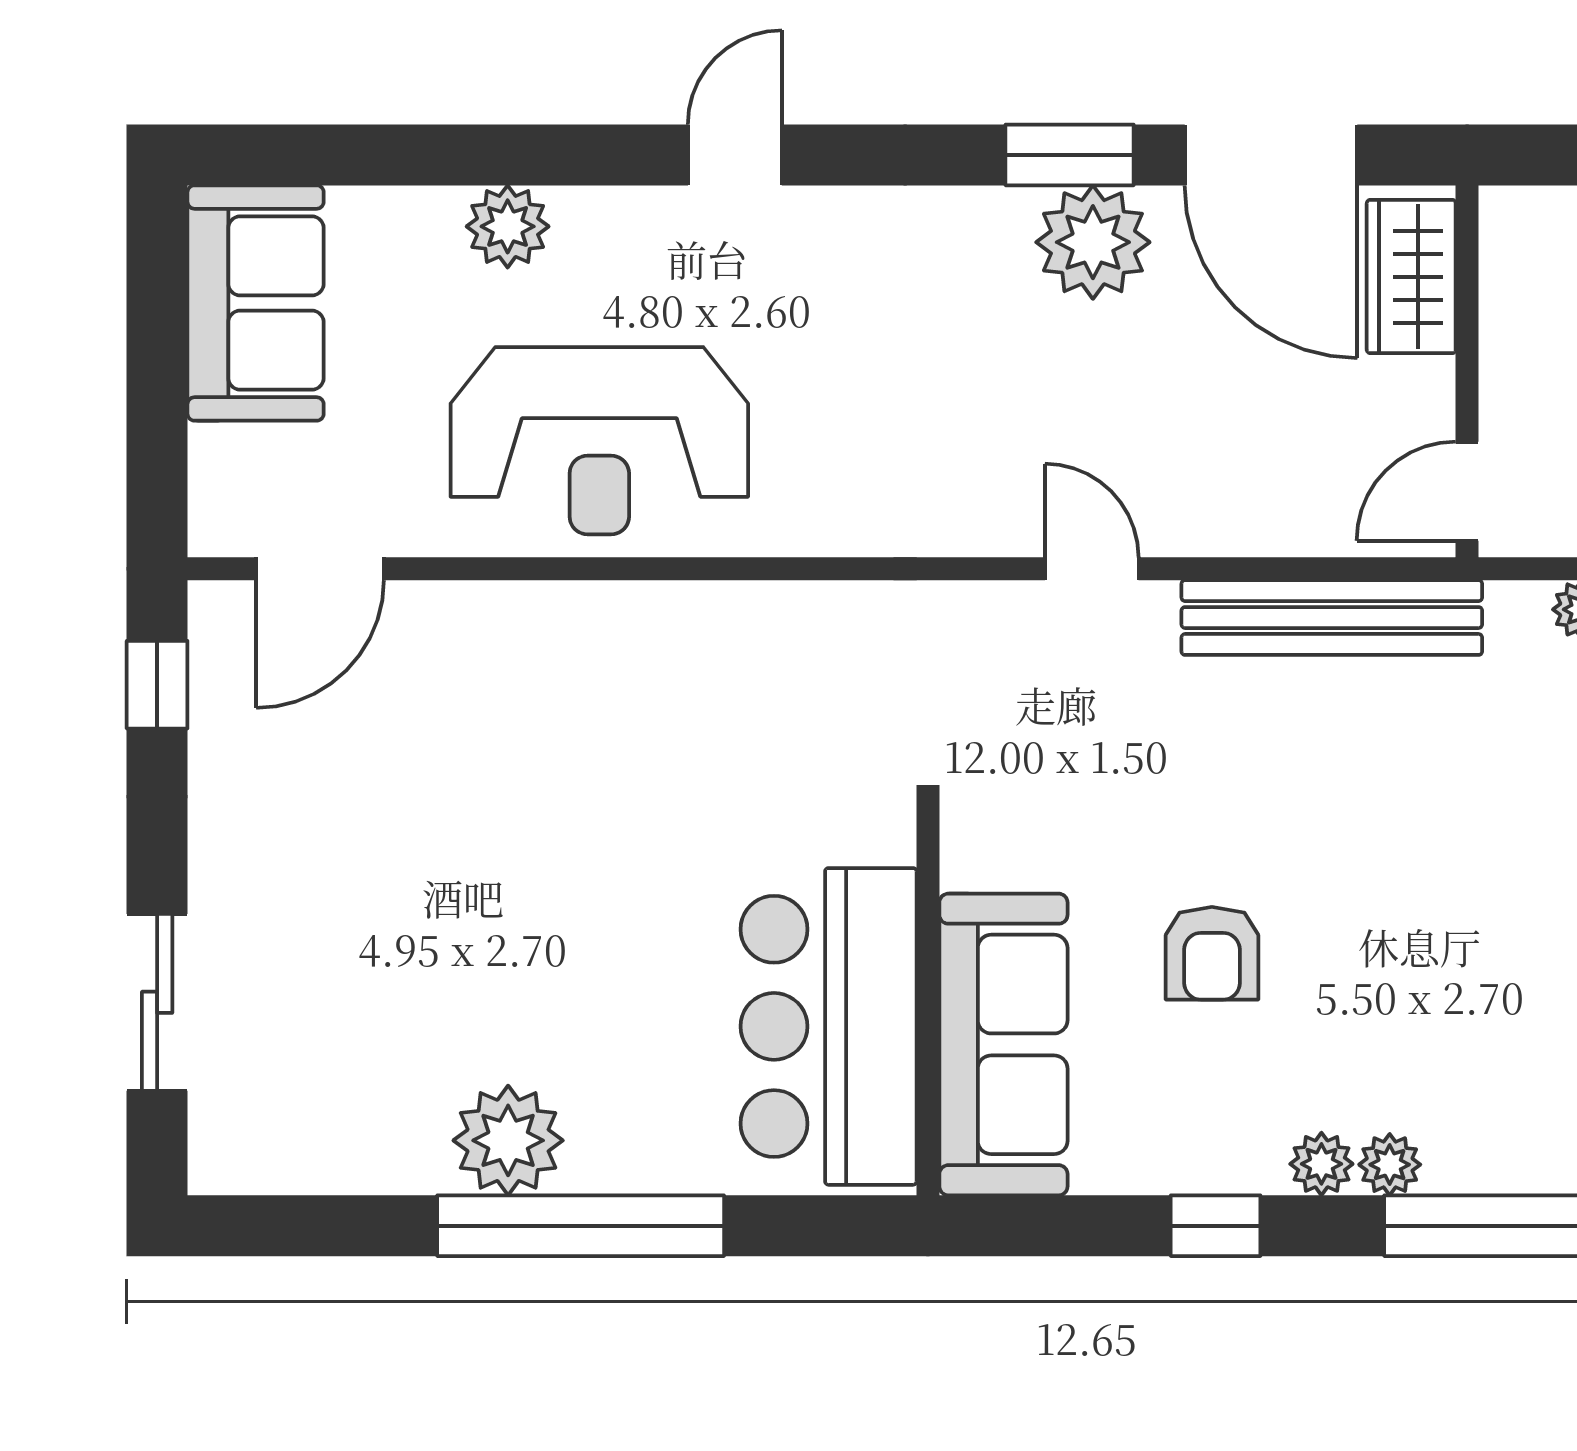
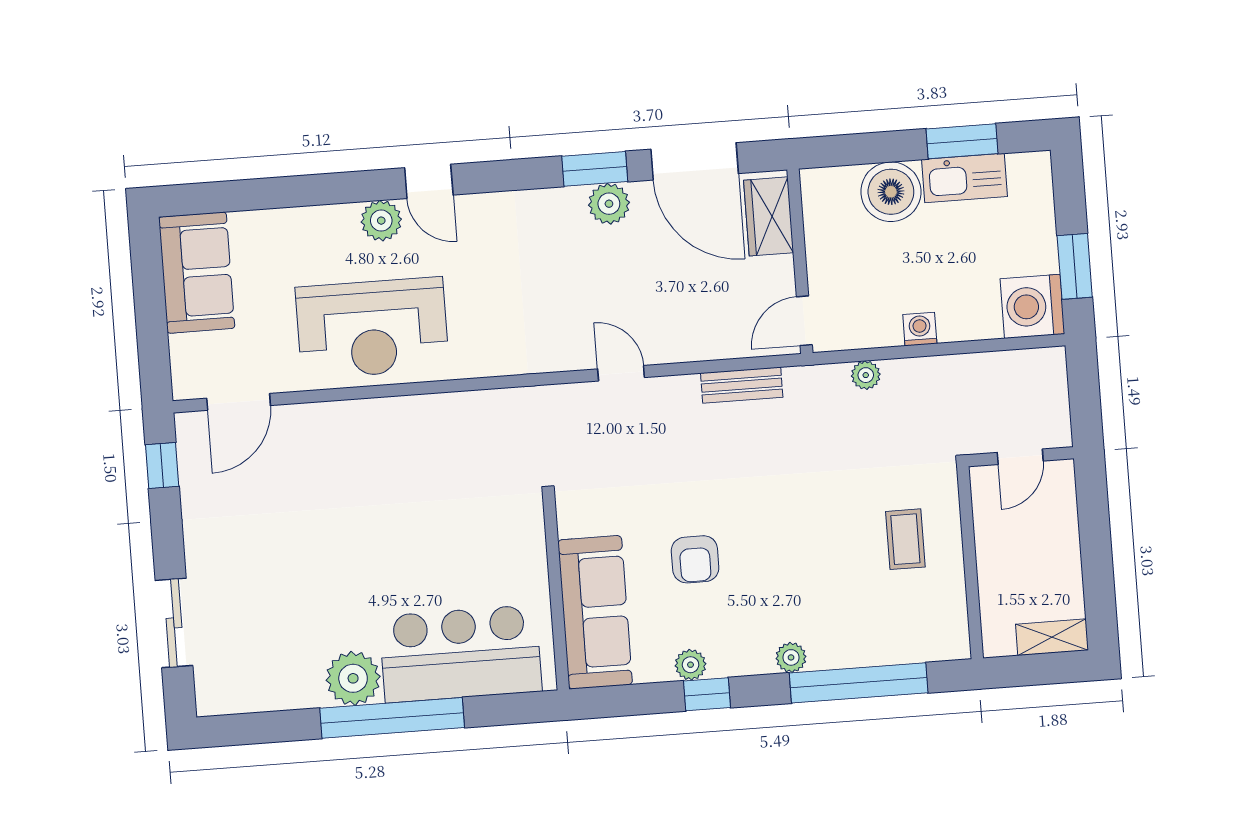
door: (735, 155) -> (429, 181), swing flipped
plant: (508, 226) -> (381, 221), moved
plant: (1093, 242) -> (609, 204), width x0.73, depth x0.73
bench: (1332, 618) -> (742, 385), width x0.54, depth x0.82
bar counter: (829, 1026) -> (461, 654), moved, turned 90
plant: (1321, 1164) -> (691, 665), moved

